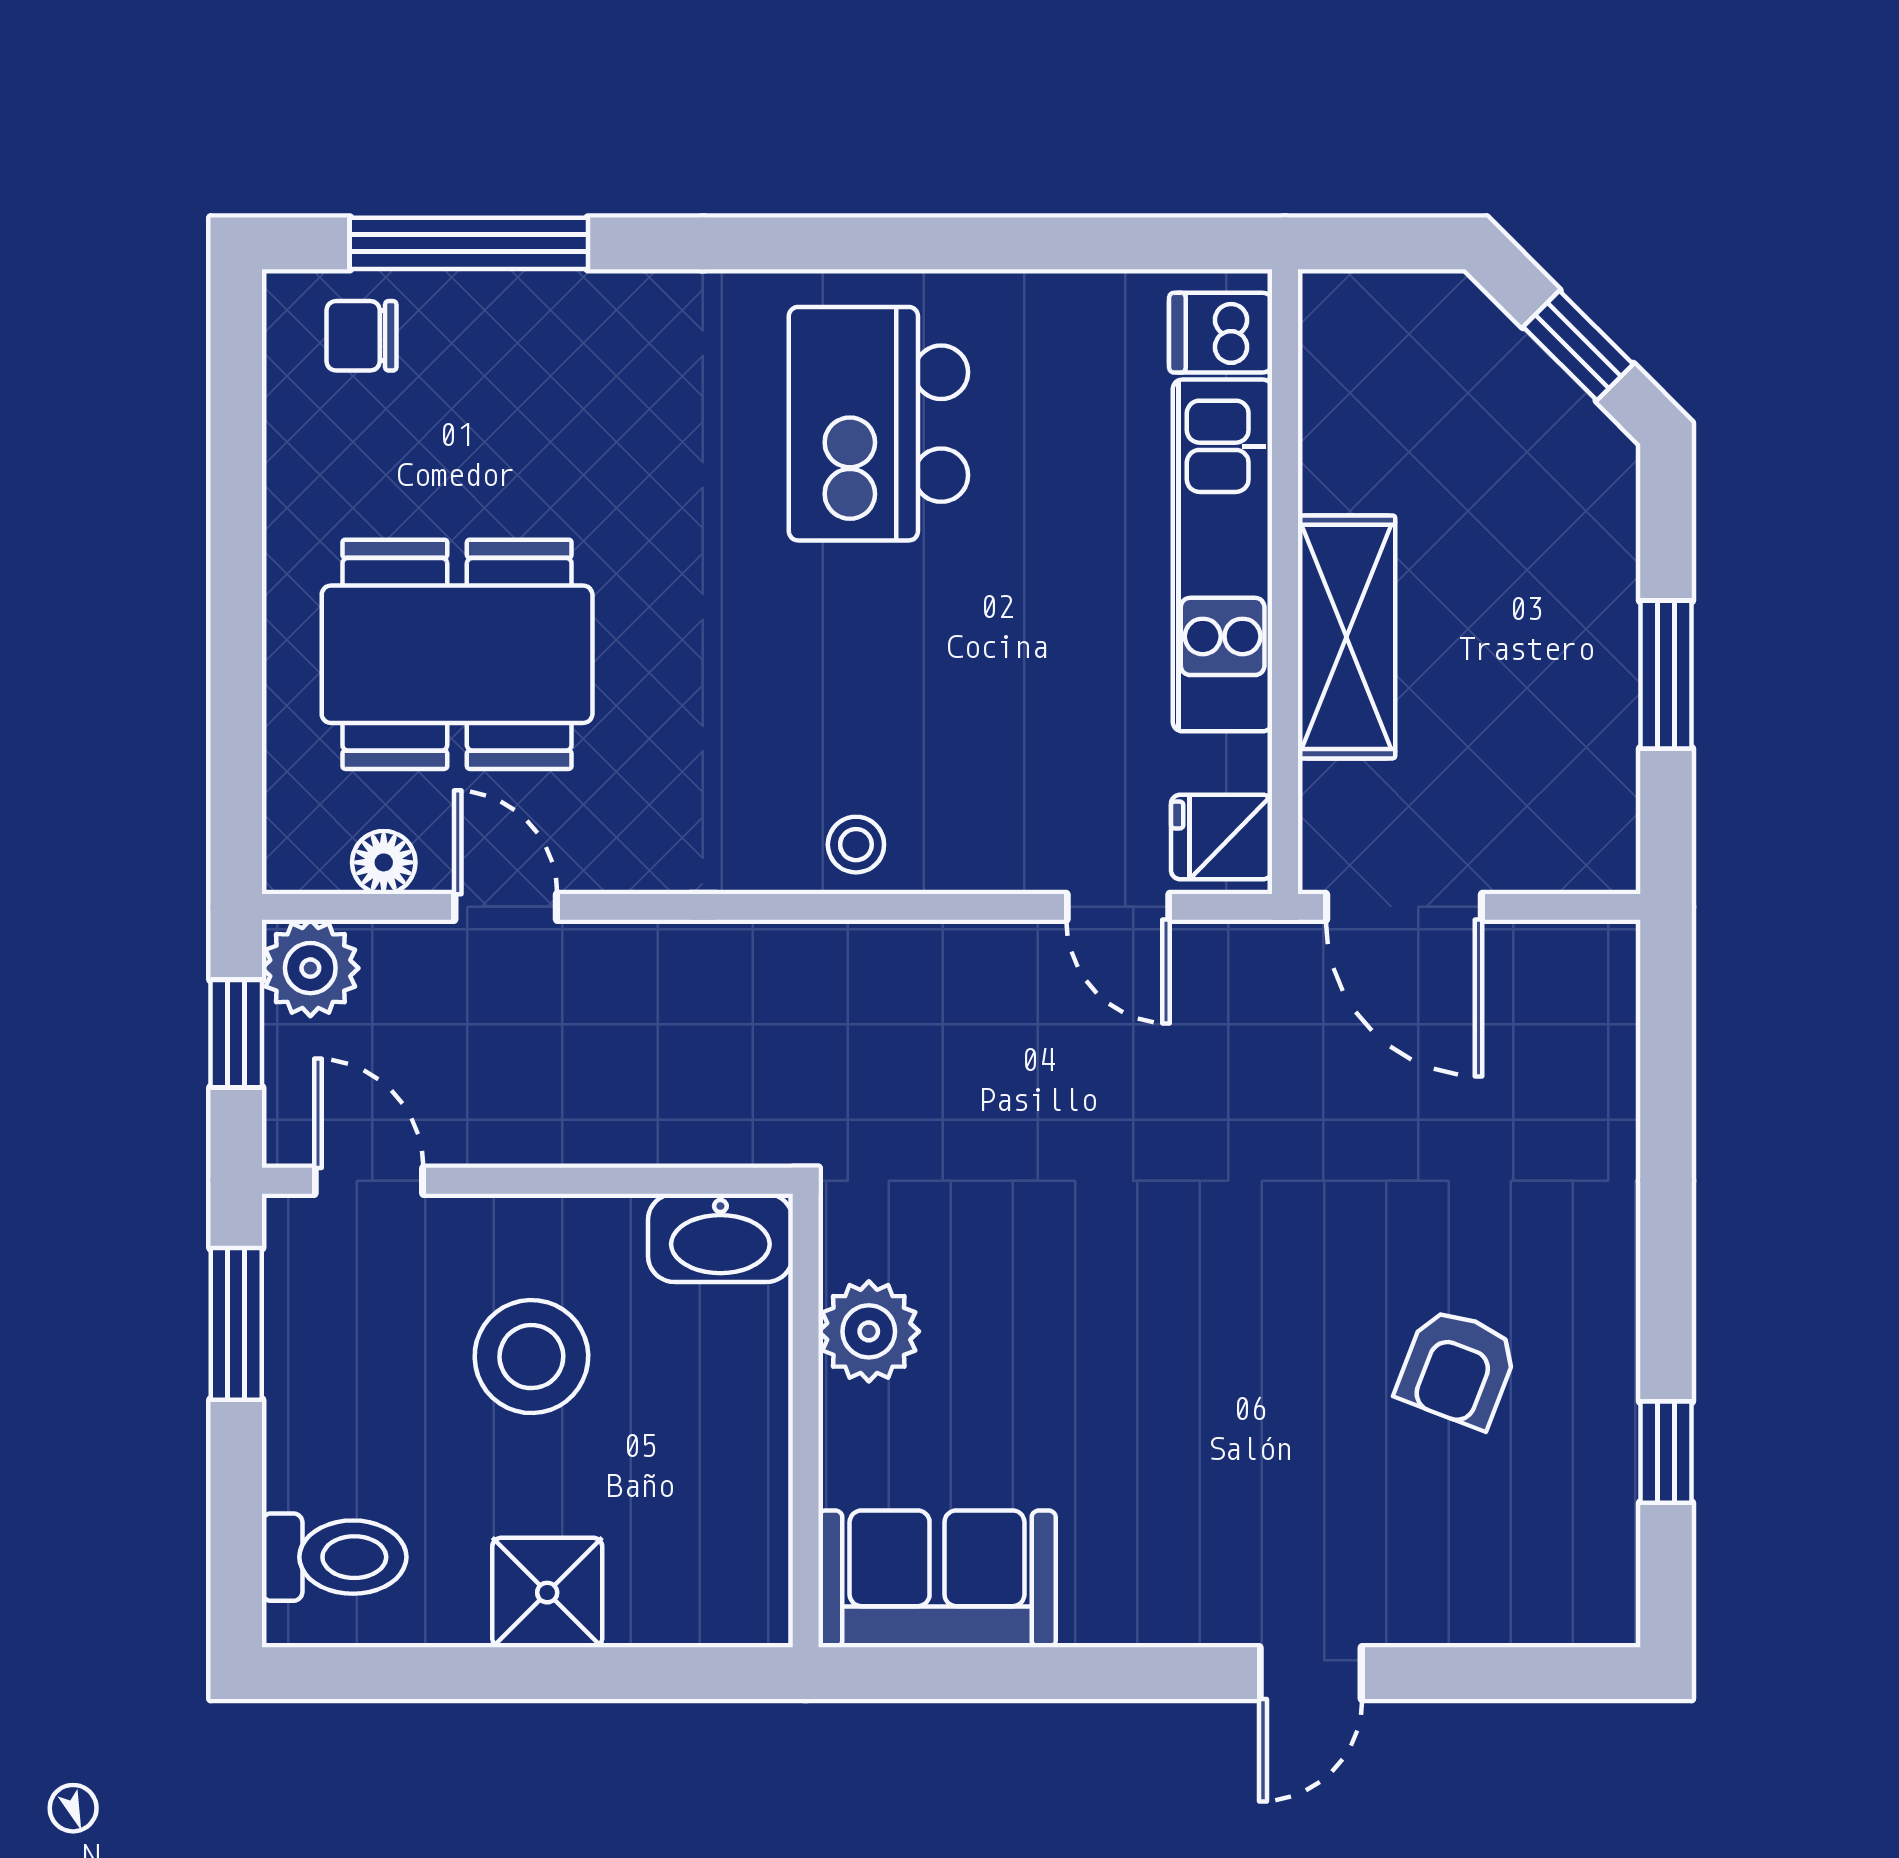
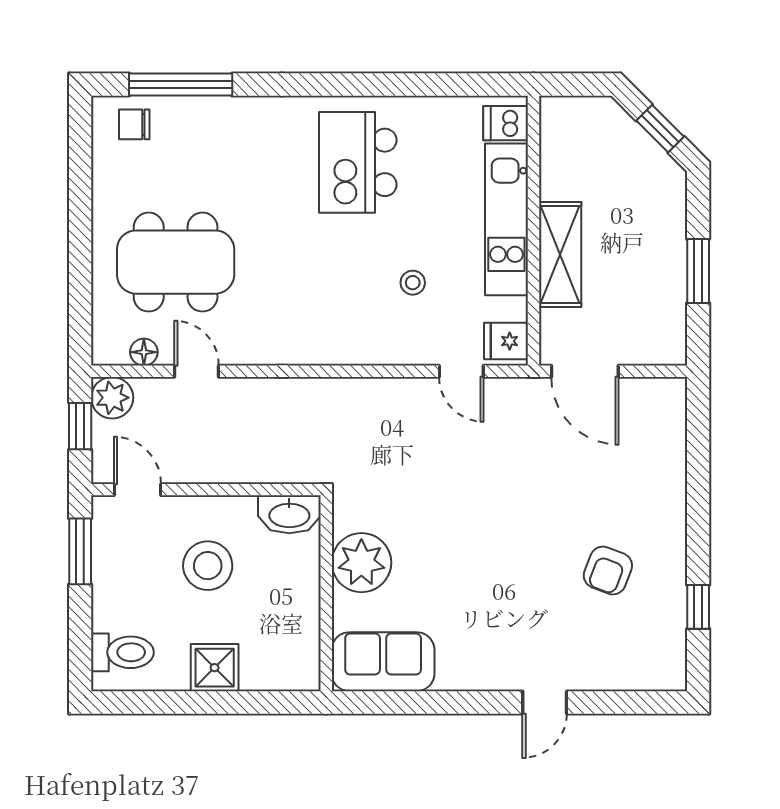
stool: (856, 845) -> (413, 283), moved
plant: (869, 1331) -> (361, 563), width x1.36, depth x1.36

